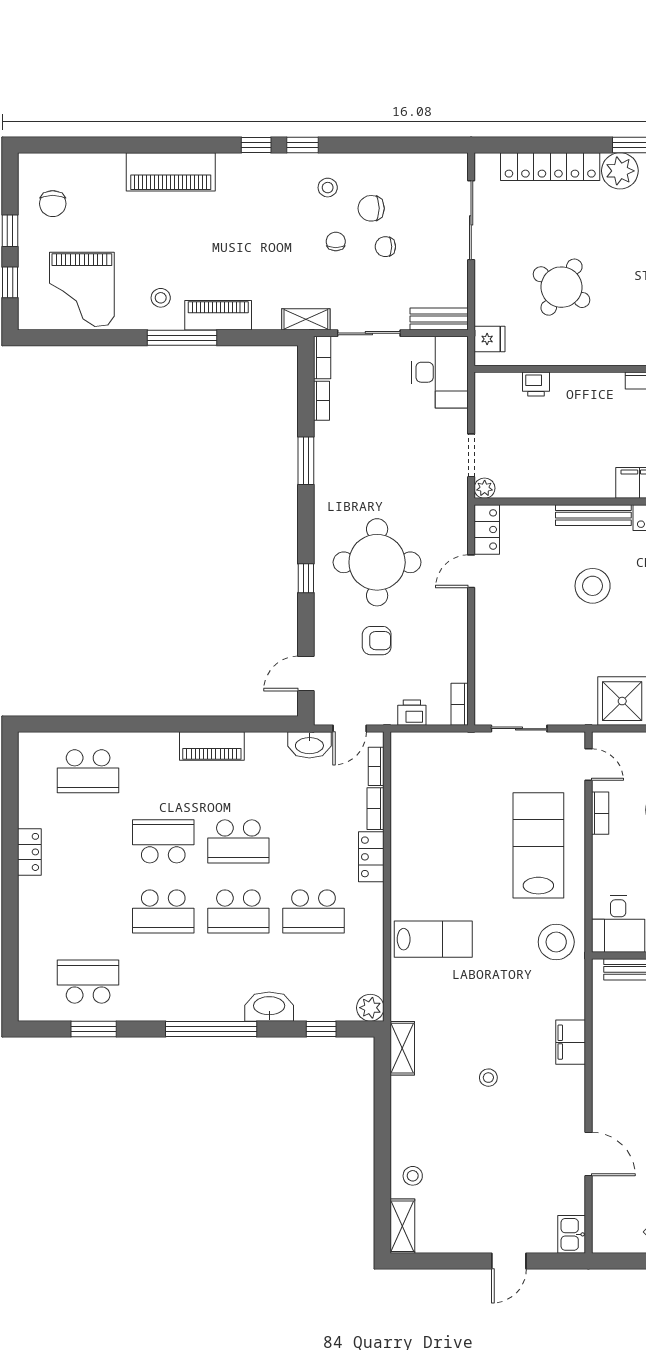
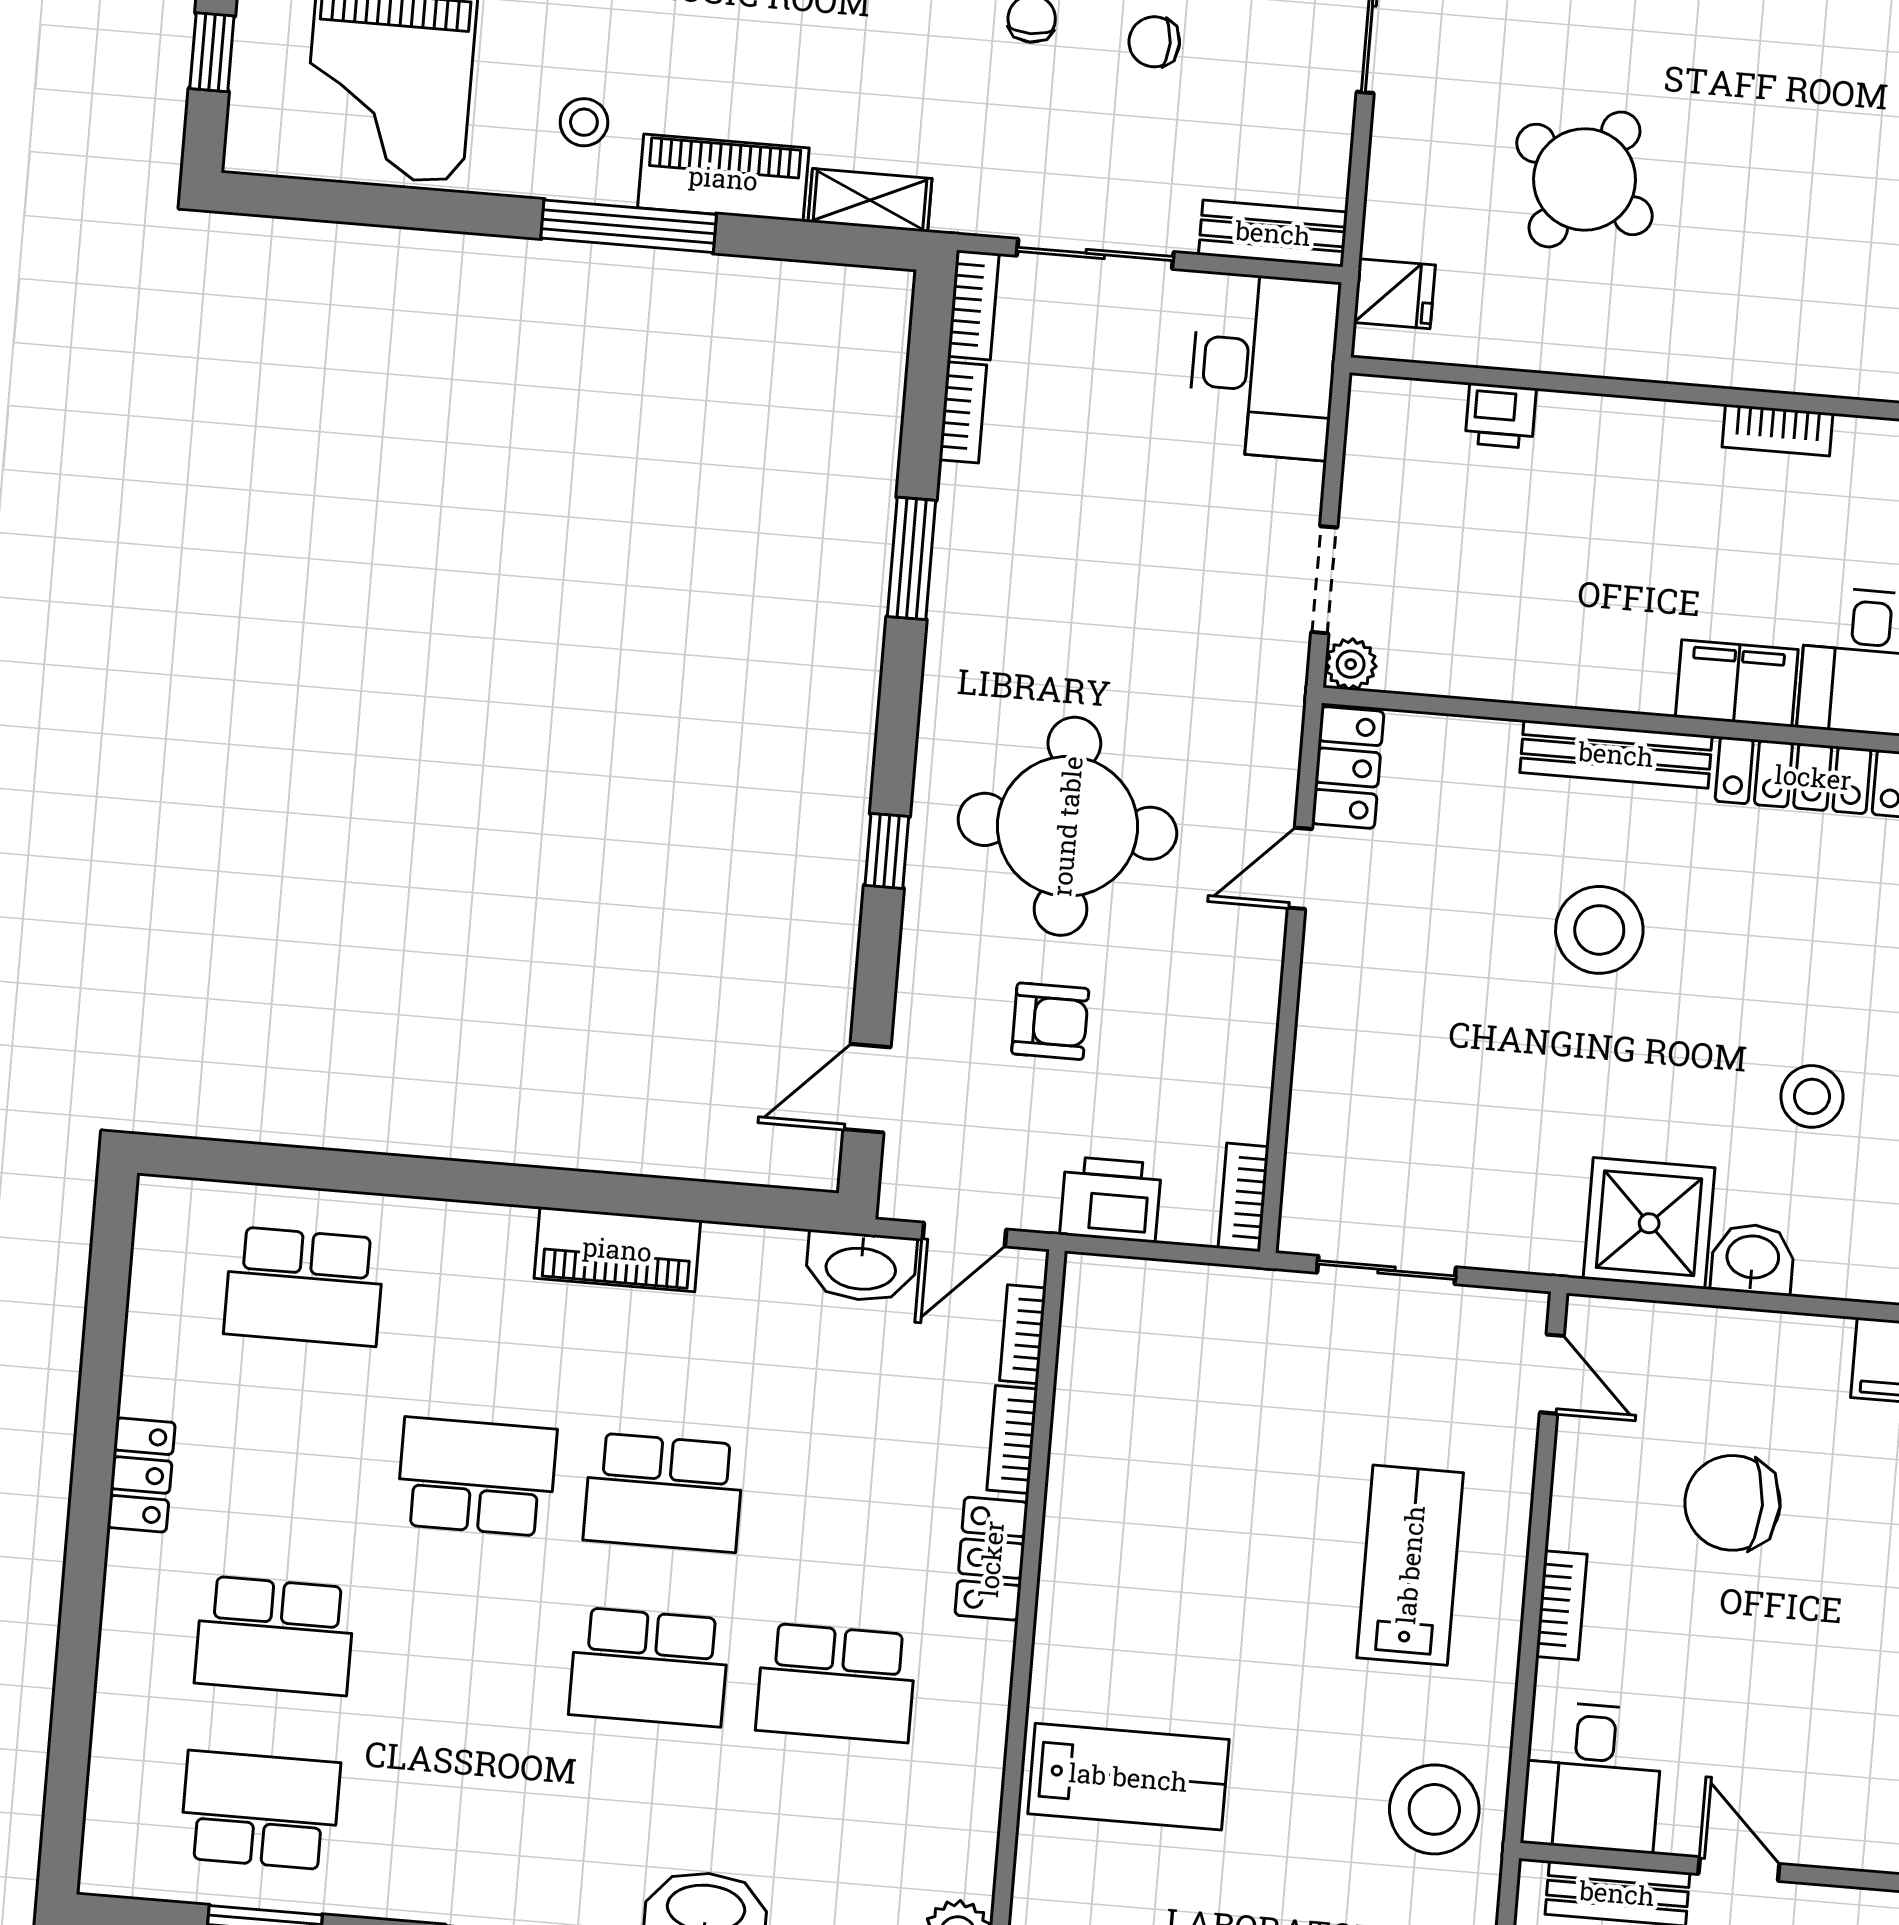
shelving: (306, 319) -> (870, 200), moved
printer: (412, 713) -> (1111, 1199), width x1.36, depth x1.24
bookcase: (600, 813) -> (1561, 1605), moved
lab bench: (538, 845) -> (1410, 1565), width x0.73, depth x0.72
school desk: (163, 912) -> (275, 1636), moved

